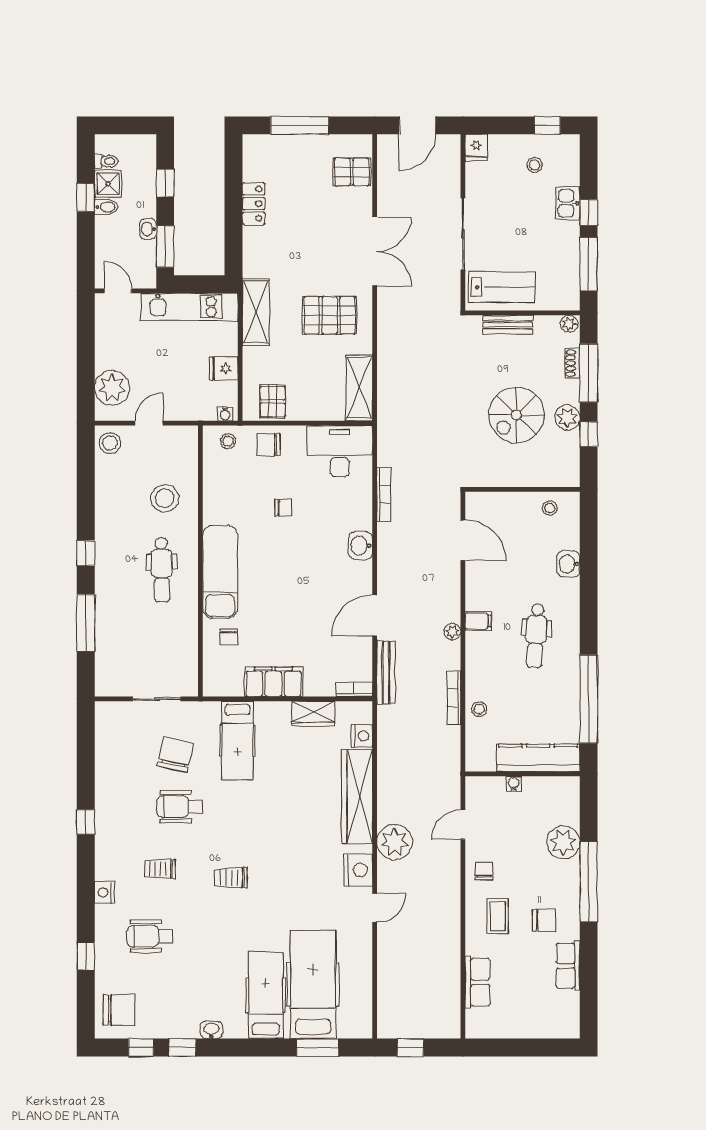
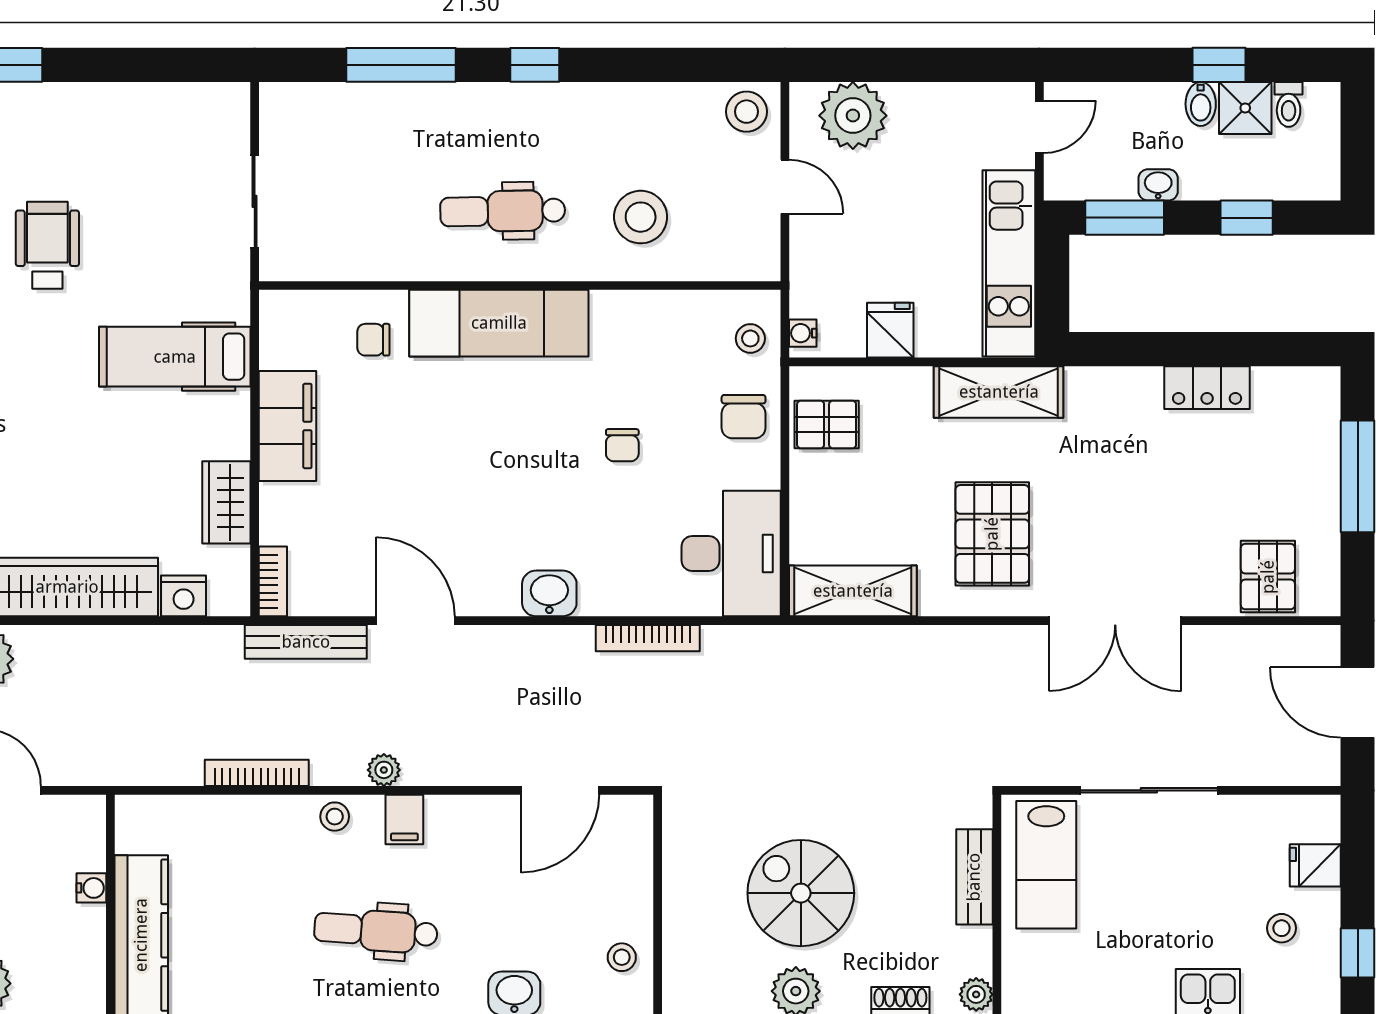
fridge: (476, 147) -> (1315, 865), moved
chair: (269, 445) -> (744, 417), turned 180
stool: (479, 709) -> (335, 817), moved
chair: (175, 754) -> (148, 237), removed

